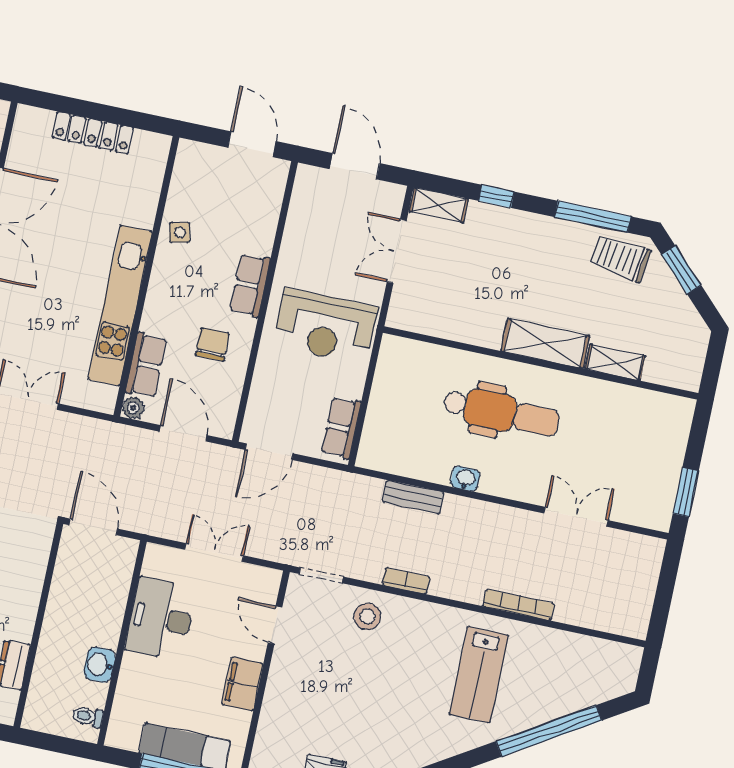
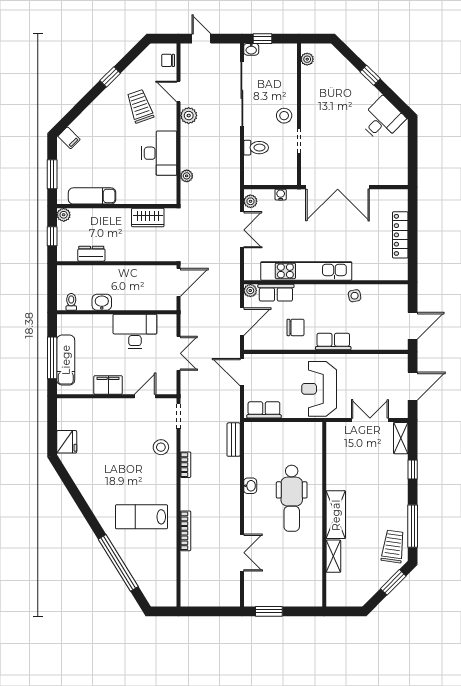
bench: (413, 497) -> (234, 440), moved

